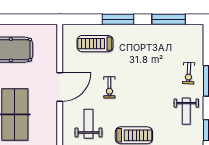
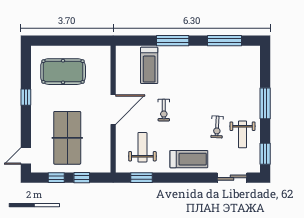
treadmill: (95, 44) -> (149, 65), turned -90
exercise bike: (189, 73) -> (217, 127), moved

